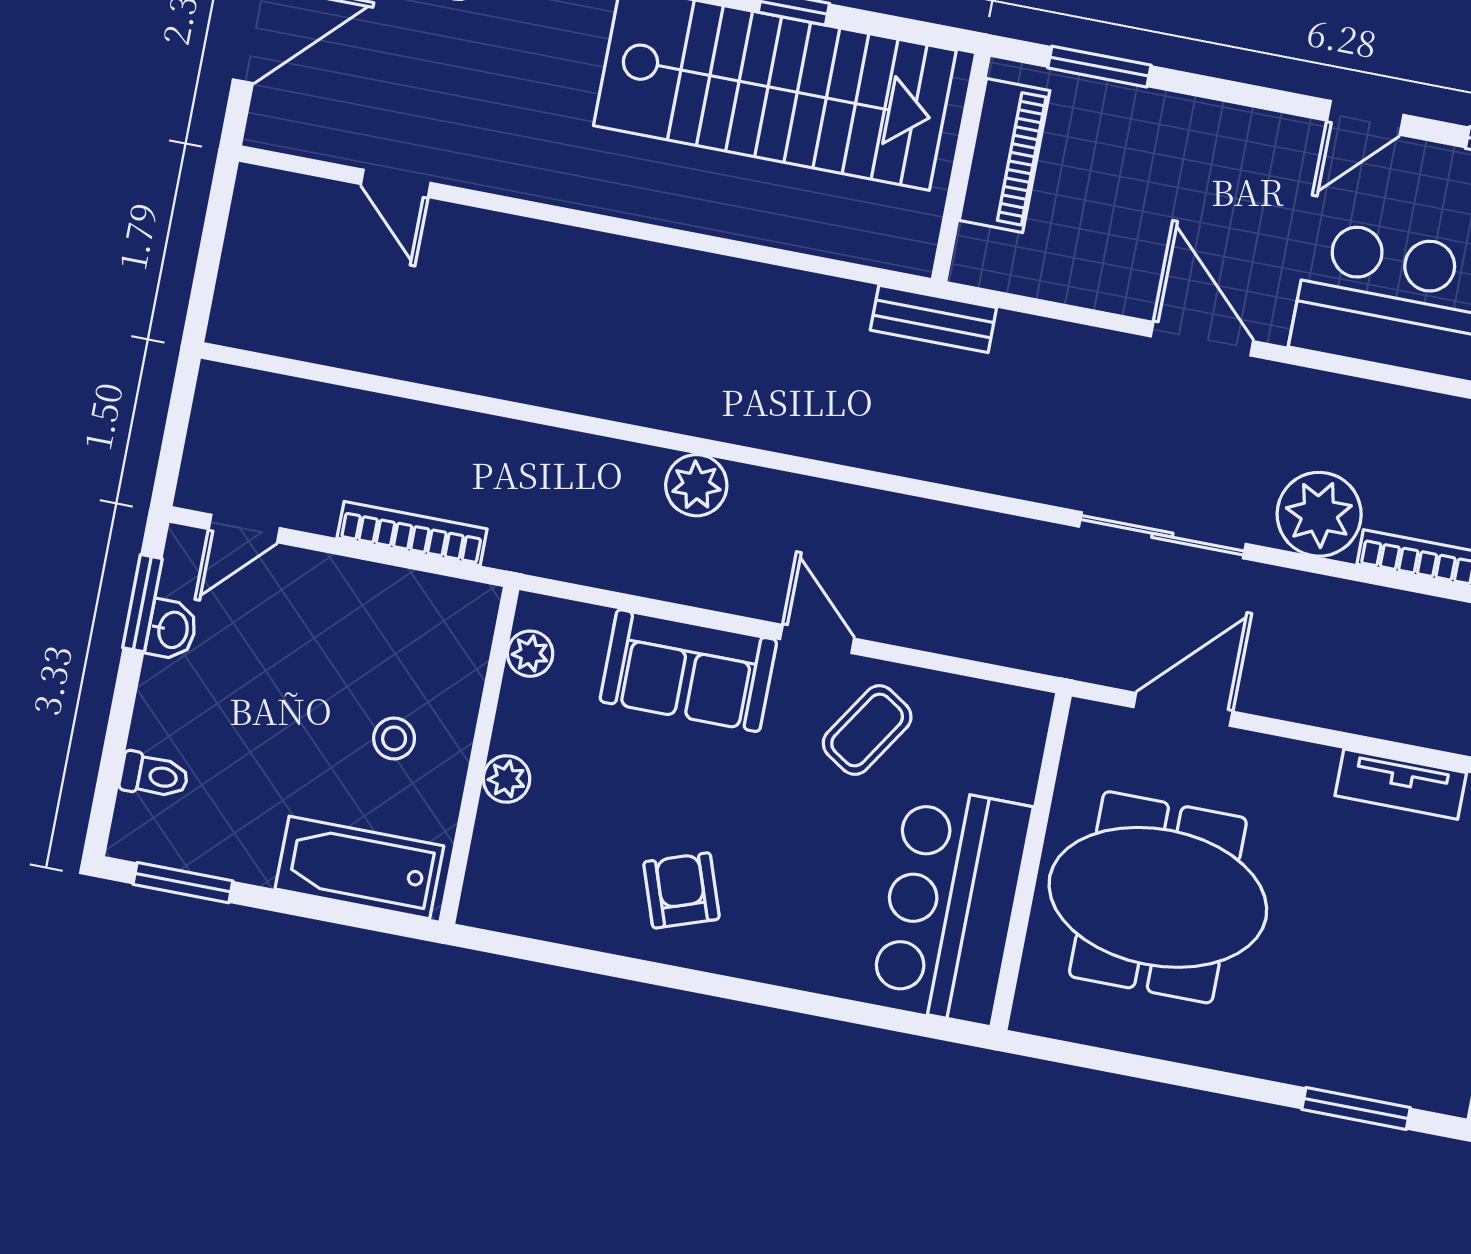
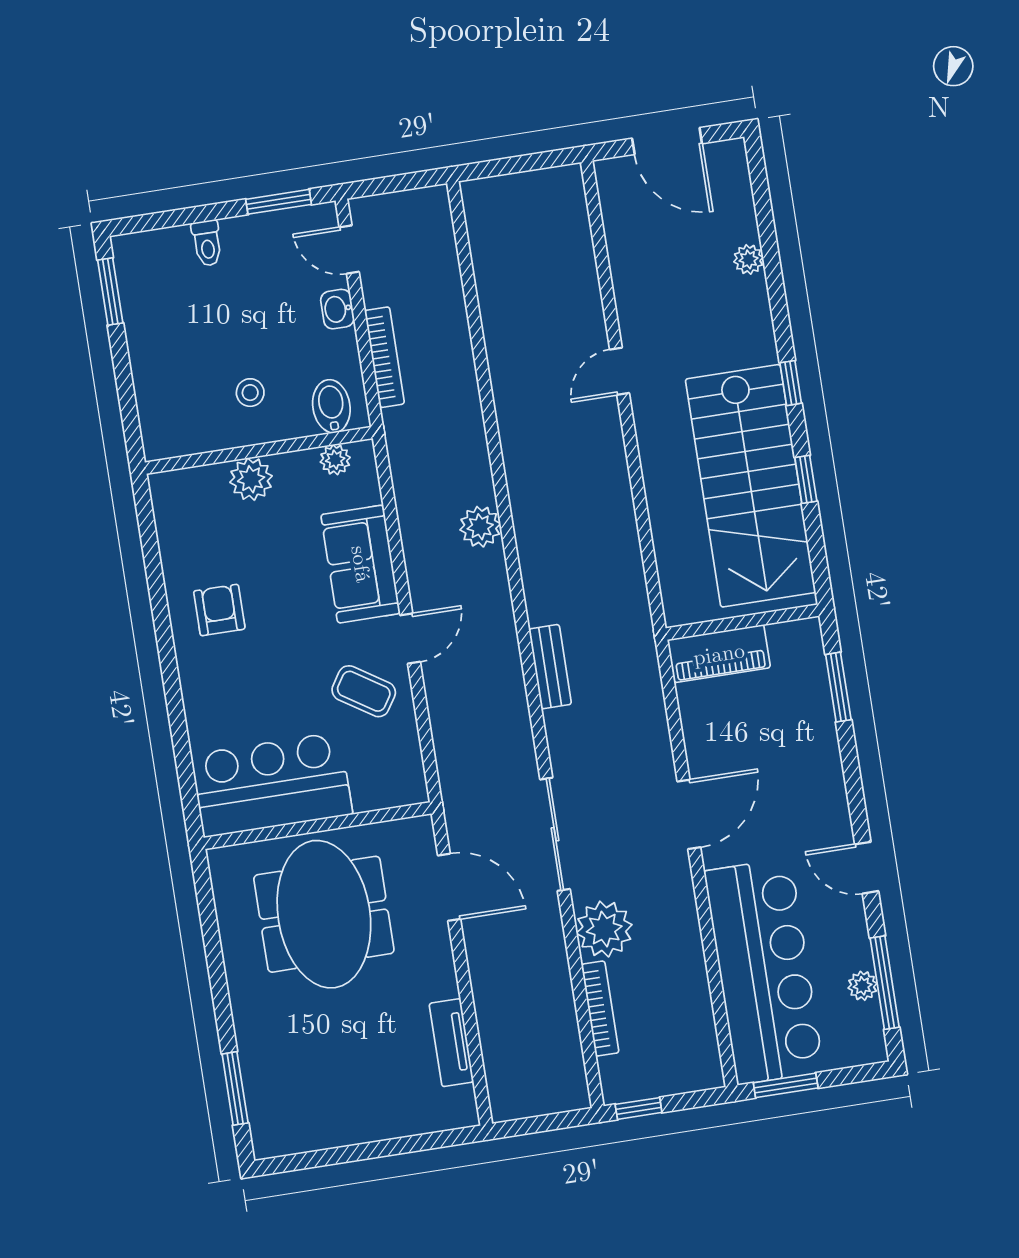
piano: (1005, 156) -> (719, 654), moved
door: (396, 183) -> (619, 371), moved
bench: (933, 319) -> (550, 667), moved
washbasin: (172, 630) -> (337, 309), moved, turned 90
bidet: (454, 632) -> (331, 406), added
toilet: (154, 775) -> (207, 243), moved
plant: (507, 779) -> (251, 479), width x1.38, depth x1.38
bathtub: (359, 867) -> (160, 400), removed
armchair: (681, 890) -> (219, 610), turned -71

